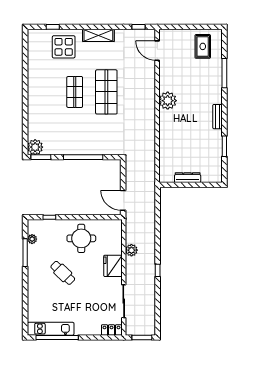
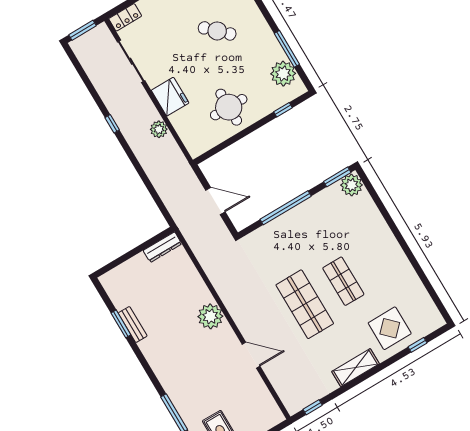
door: (157, 51) -> (251, 355), moved
plant: (168, 101) -> (210, 316), moved
bench: (218, 117) -> (133, 325), moved
dresser: (188, 178) -> (162, 247), moved
door: (123, 200) -> (215, 201), moved
plant: (32, 239) -> (283, 74), width x1.87, depth x1.87
cafe table: (63, 273) -> (217, 31), moved

